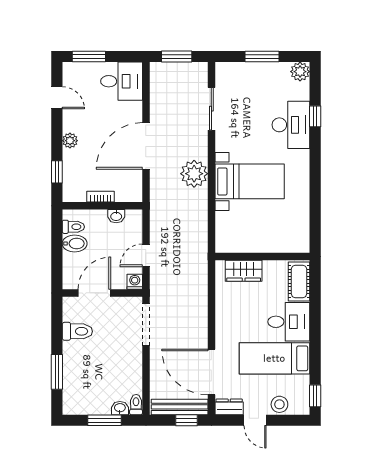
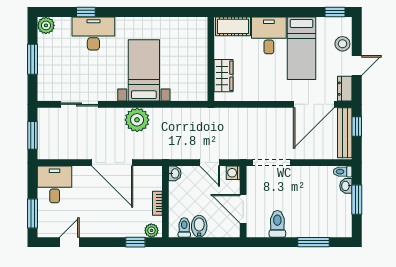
plant: (70, 141) -> (151, 230), moved
washbasin: (116, 216) -> (175, 173), moved

